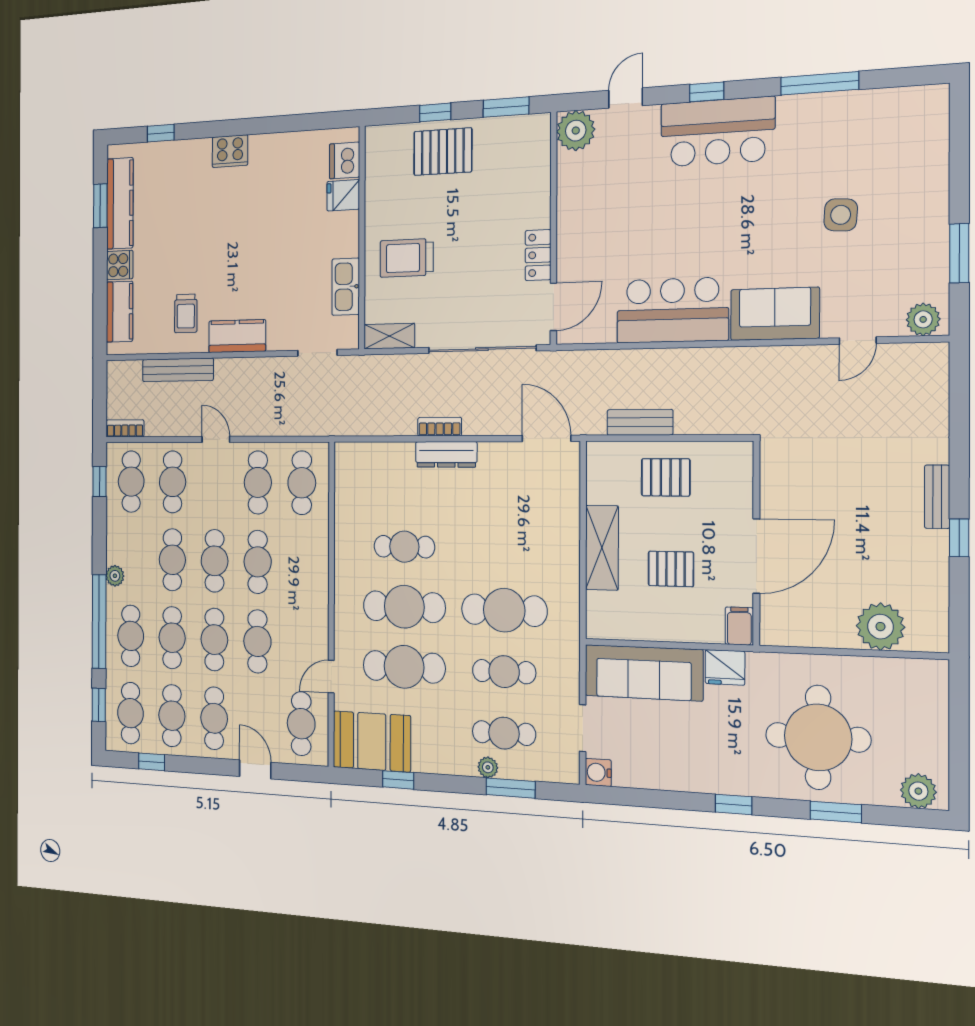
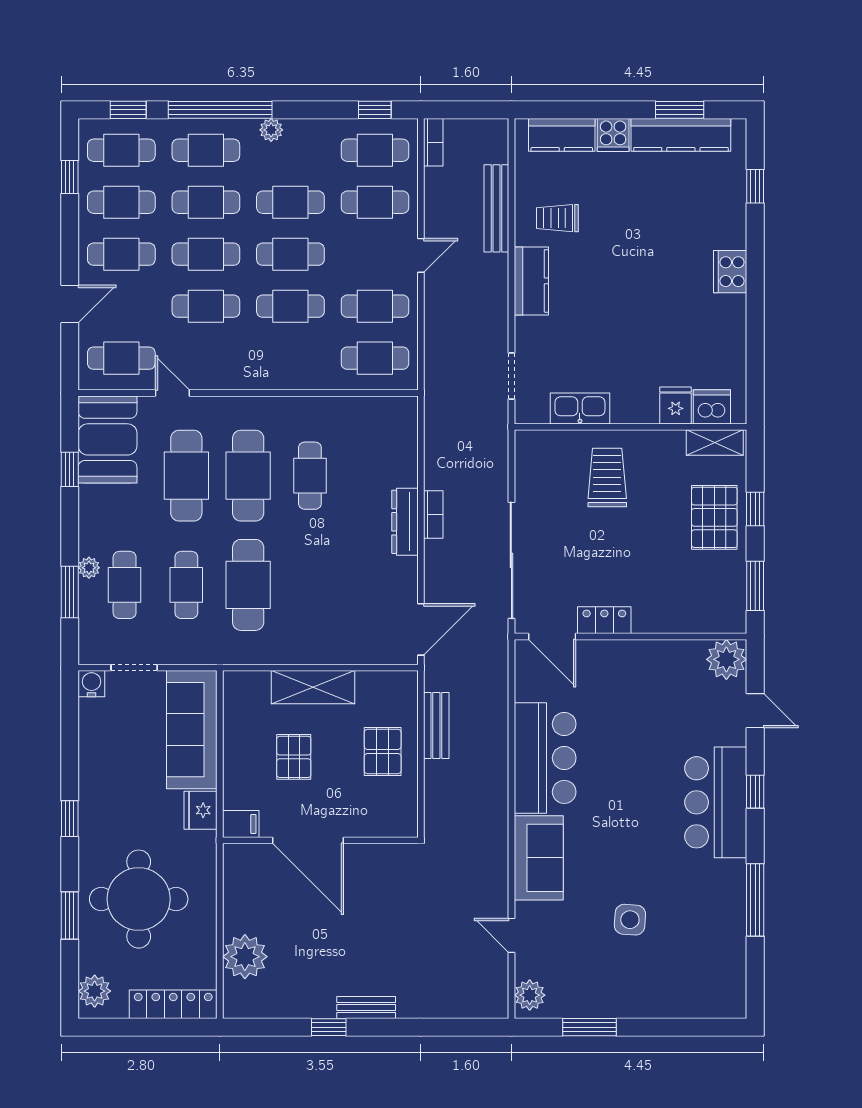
shelving: (389, 336) -> (715, 443), moved, turned 90
locker: (933, 706) -> (173, 1004), added

